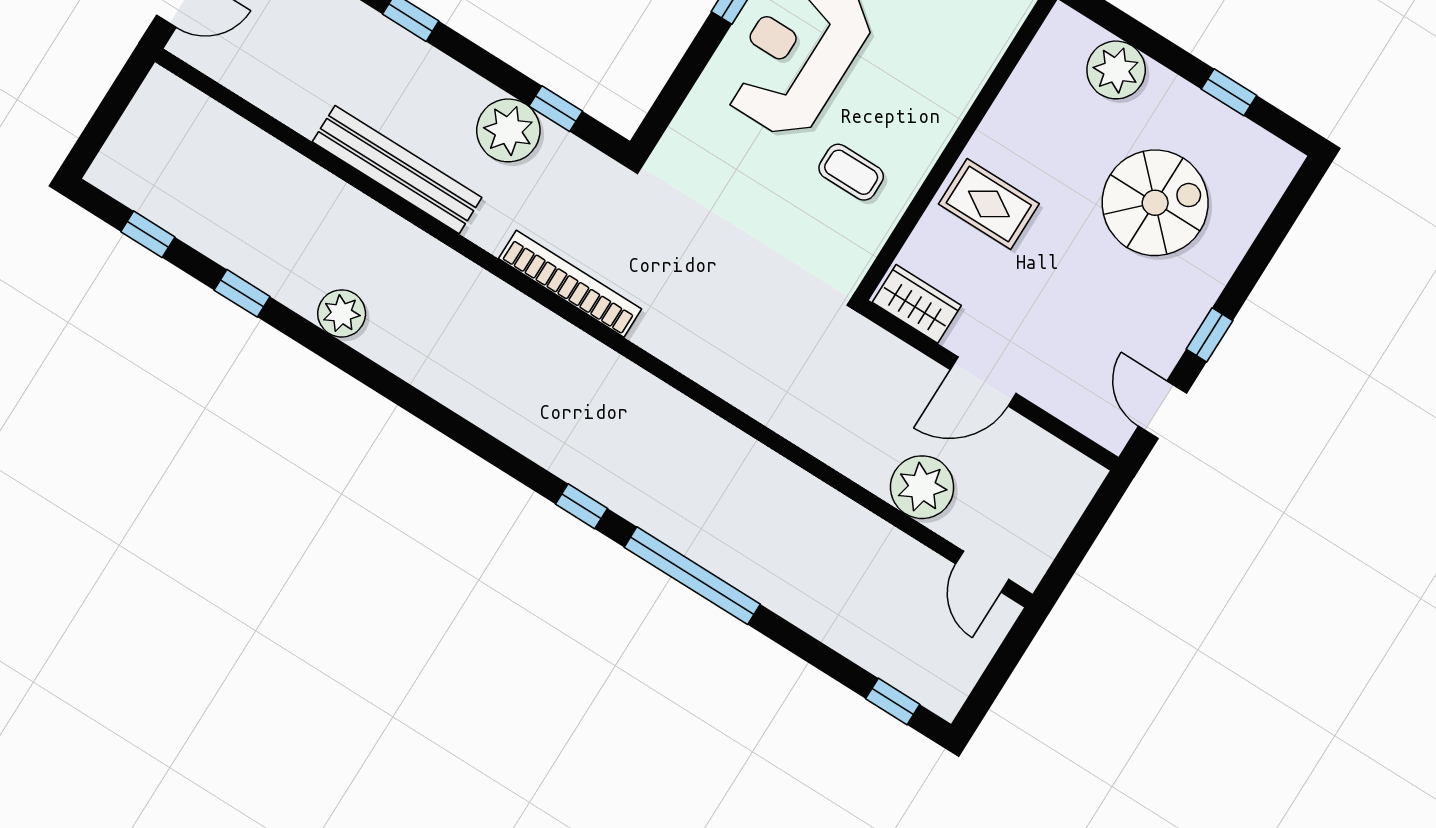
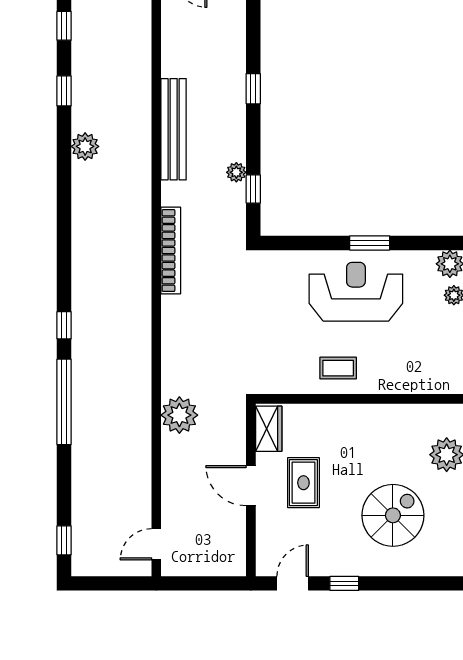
plant: (508, 130) -> (236, 172), width x0.53, depth x0.53
coffee table: (851, 172) -> (338, 368), moved, turned 90
spiral stairs: (1155, 203) -> (393, 515), turned -90
rug: (989, 204) -> (303, 483), moved
plant: (922, 487) -> (179, 415), moved

